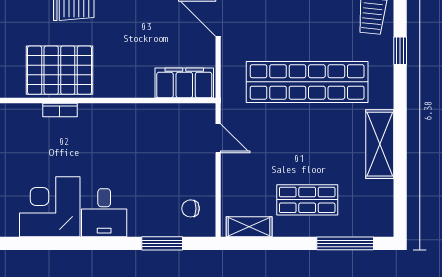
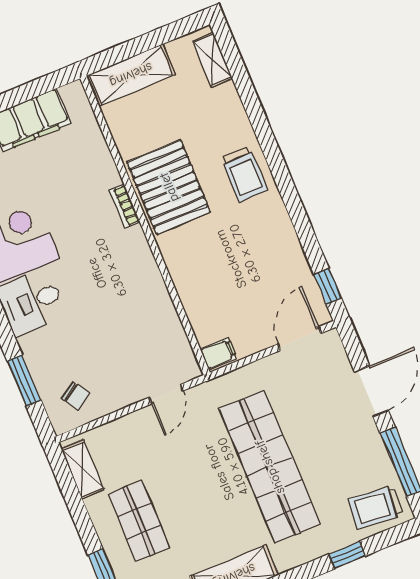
filing cabinet: (184, 83) -> (218, 354), width x0.33, depth x0.86
chair: (191, 208) -> (76, 396), turned 147

